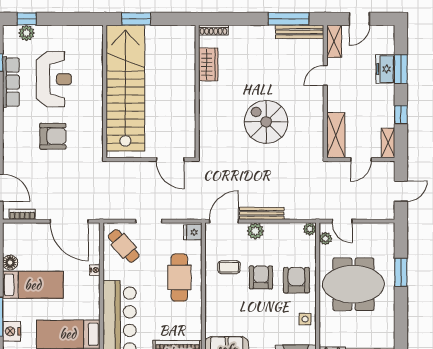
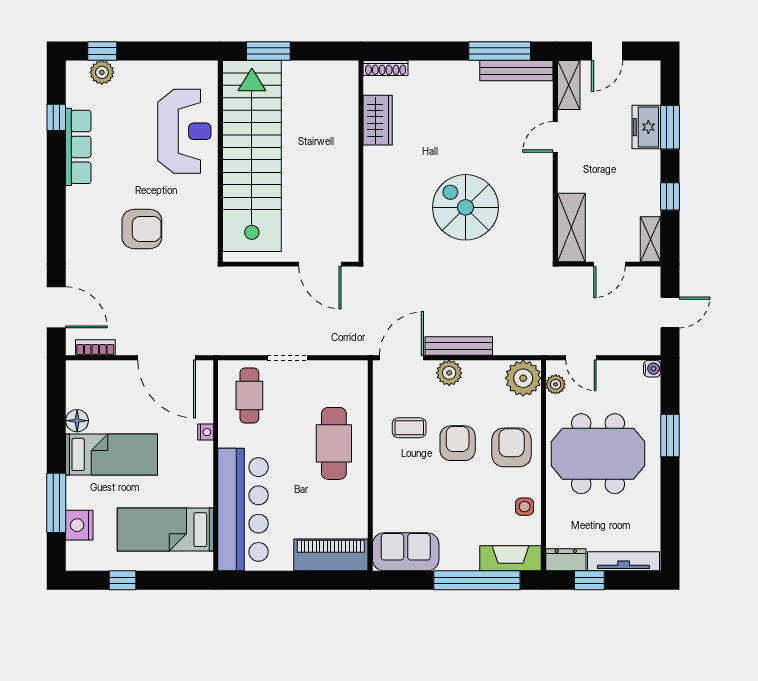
reception desk: (54, 79) -> (184, 131), moved
water cooler: (389, 228) -> (652, 369), added
plant: (310, 229) -> (523, 378), width x1.87, depth x1.87
fridge: (193, 232) -> (354, 375), removed
cafe table: (124, 246) -> (249, 395), turned 41

